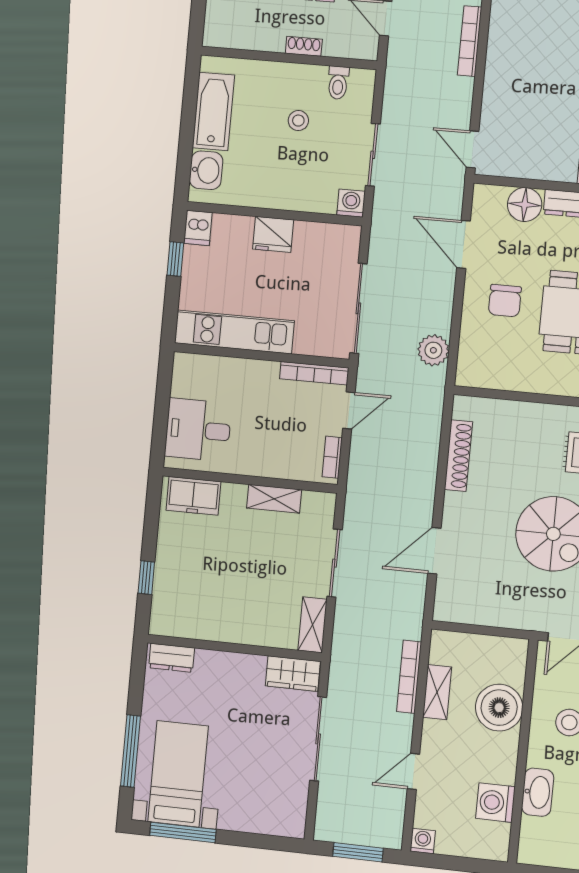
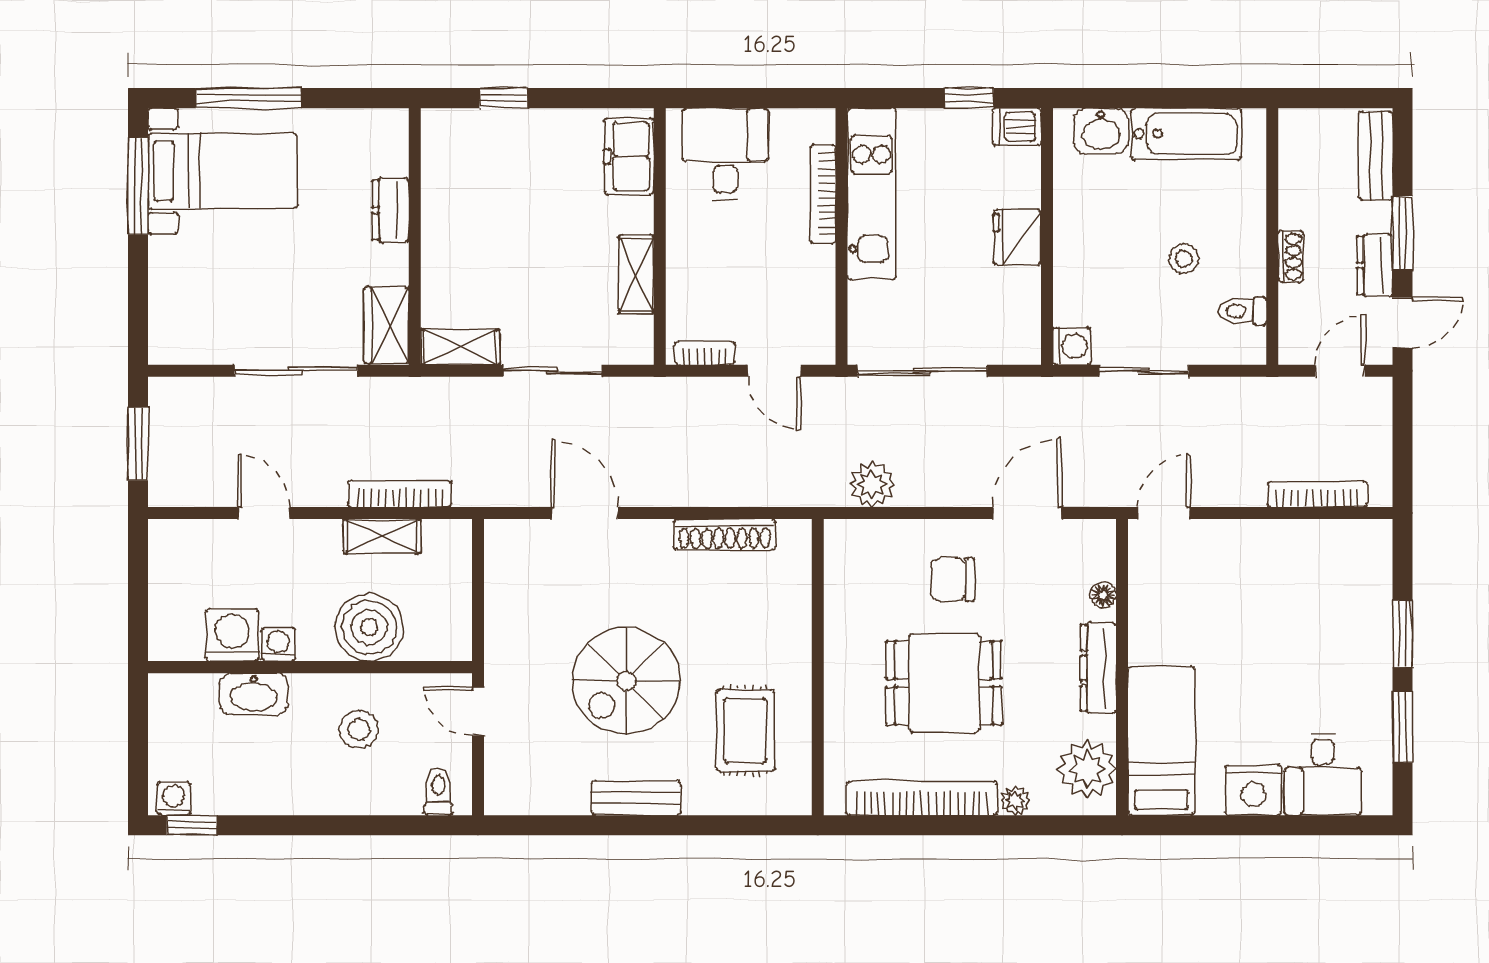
floor lamp: (525, 205) -> (1103, 595), width x0.53, depth x0.53
bookcase: (314, 373) -> (823, 194), moved
dresser: (172, 658) -> (391, 210), moved
washing machine: (423, 841) -> (278, 644), moved, turned -90

